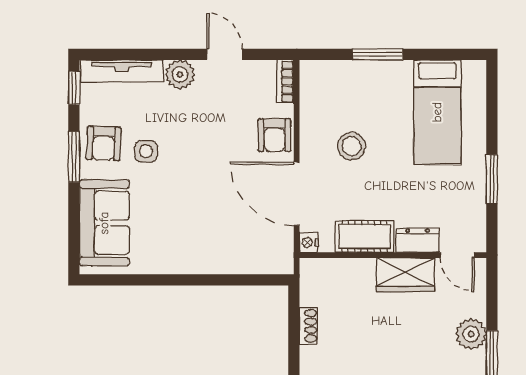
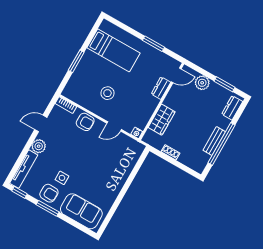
door: (297, 194) -> (114, 126), width x0.53
cot: (365, 236) -> (147, 109), removed
wardrobe: (405, 275) -> (162, 120), moved
plant: (471, 334) -> (202, 83), moved

